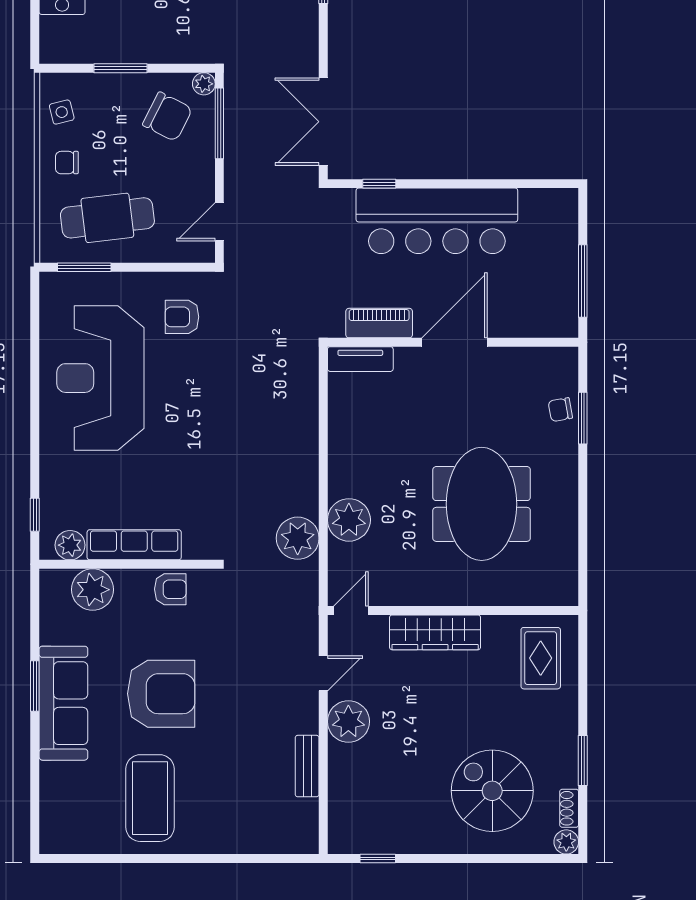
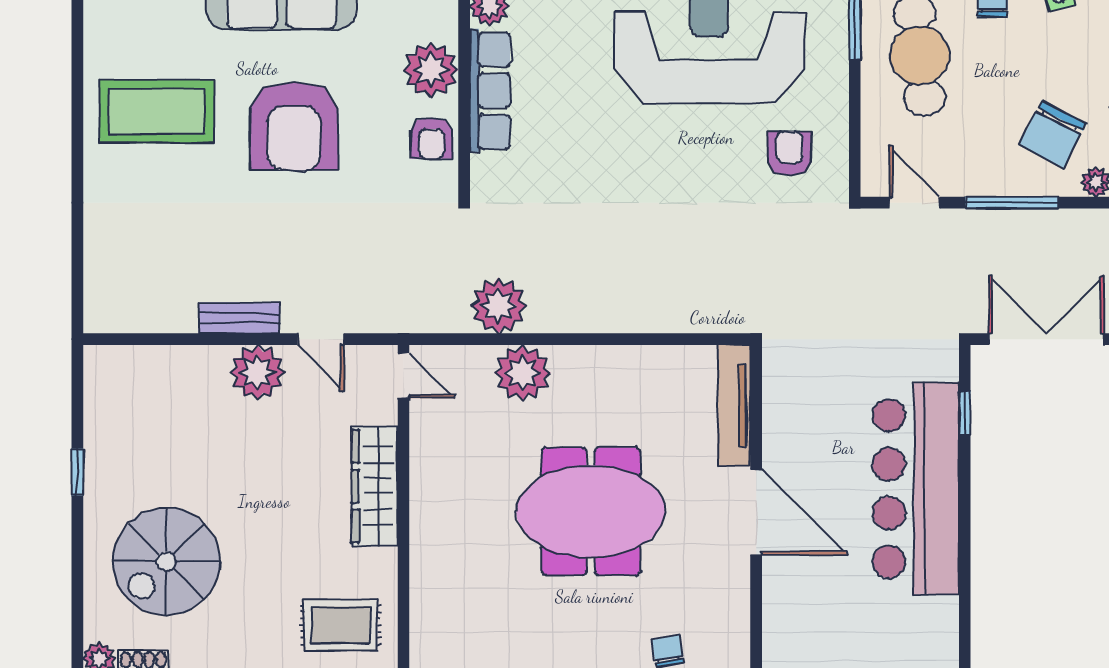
window: (219, 123) -> (1012, 203), moved
piano: (379, 323) -> (781, 413), removed
tv unit: (360, 359) -> (734, 406), width x1.41
meeting table: (482, 504) -> (591, 511), moved
plant: (93, 590) -> (431, 70), moved
bench: (307, 766) -> (239, 318), moved
spiral stairs: (492, 791) -> (166, 561), turned 180
window: (378, 858) -> (77, 472), moved

